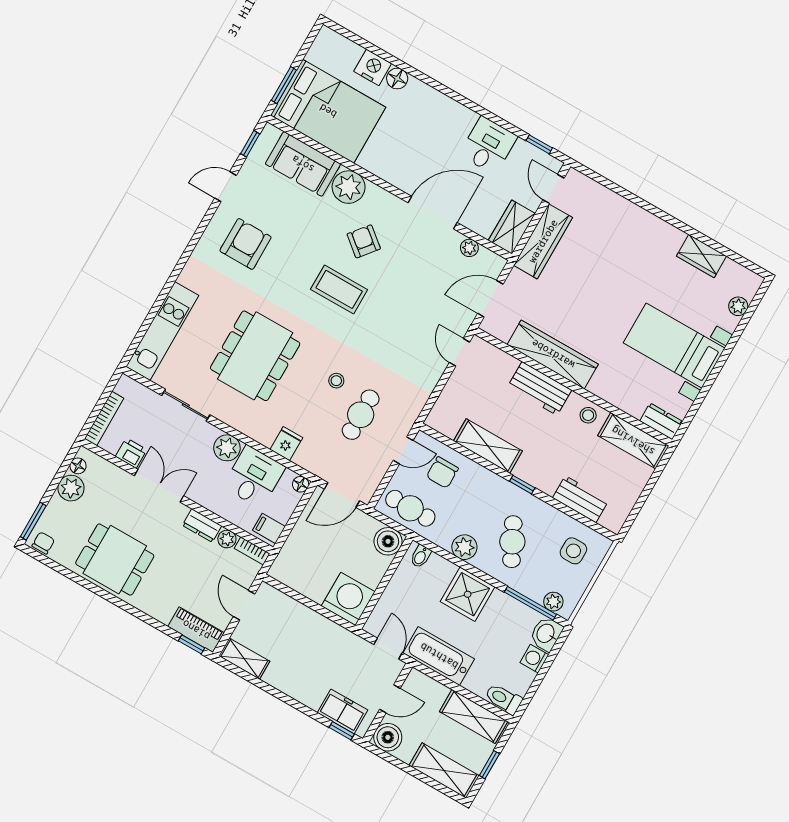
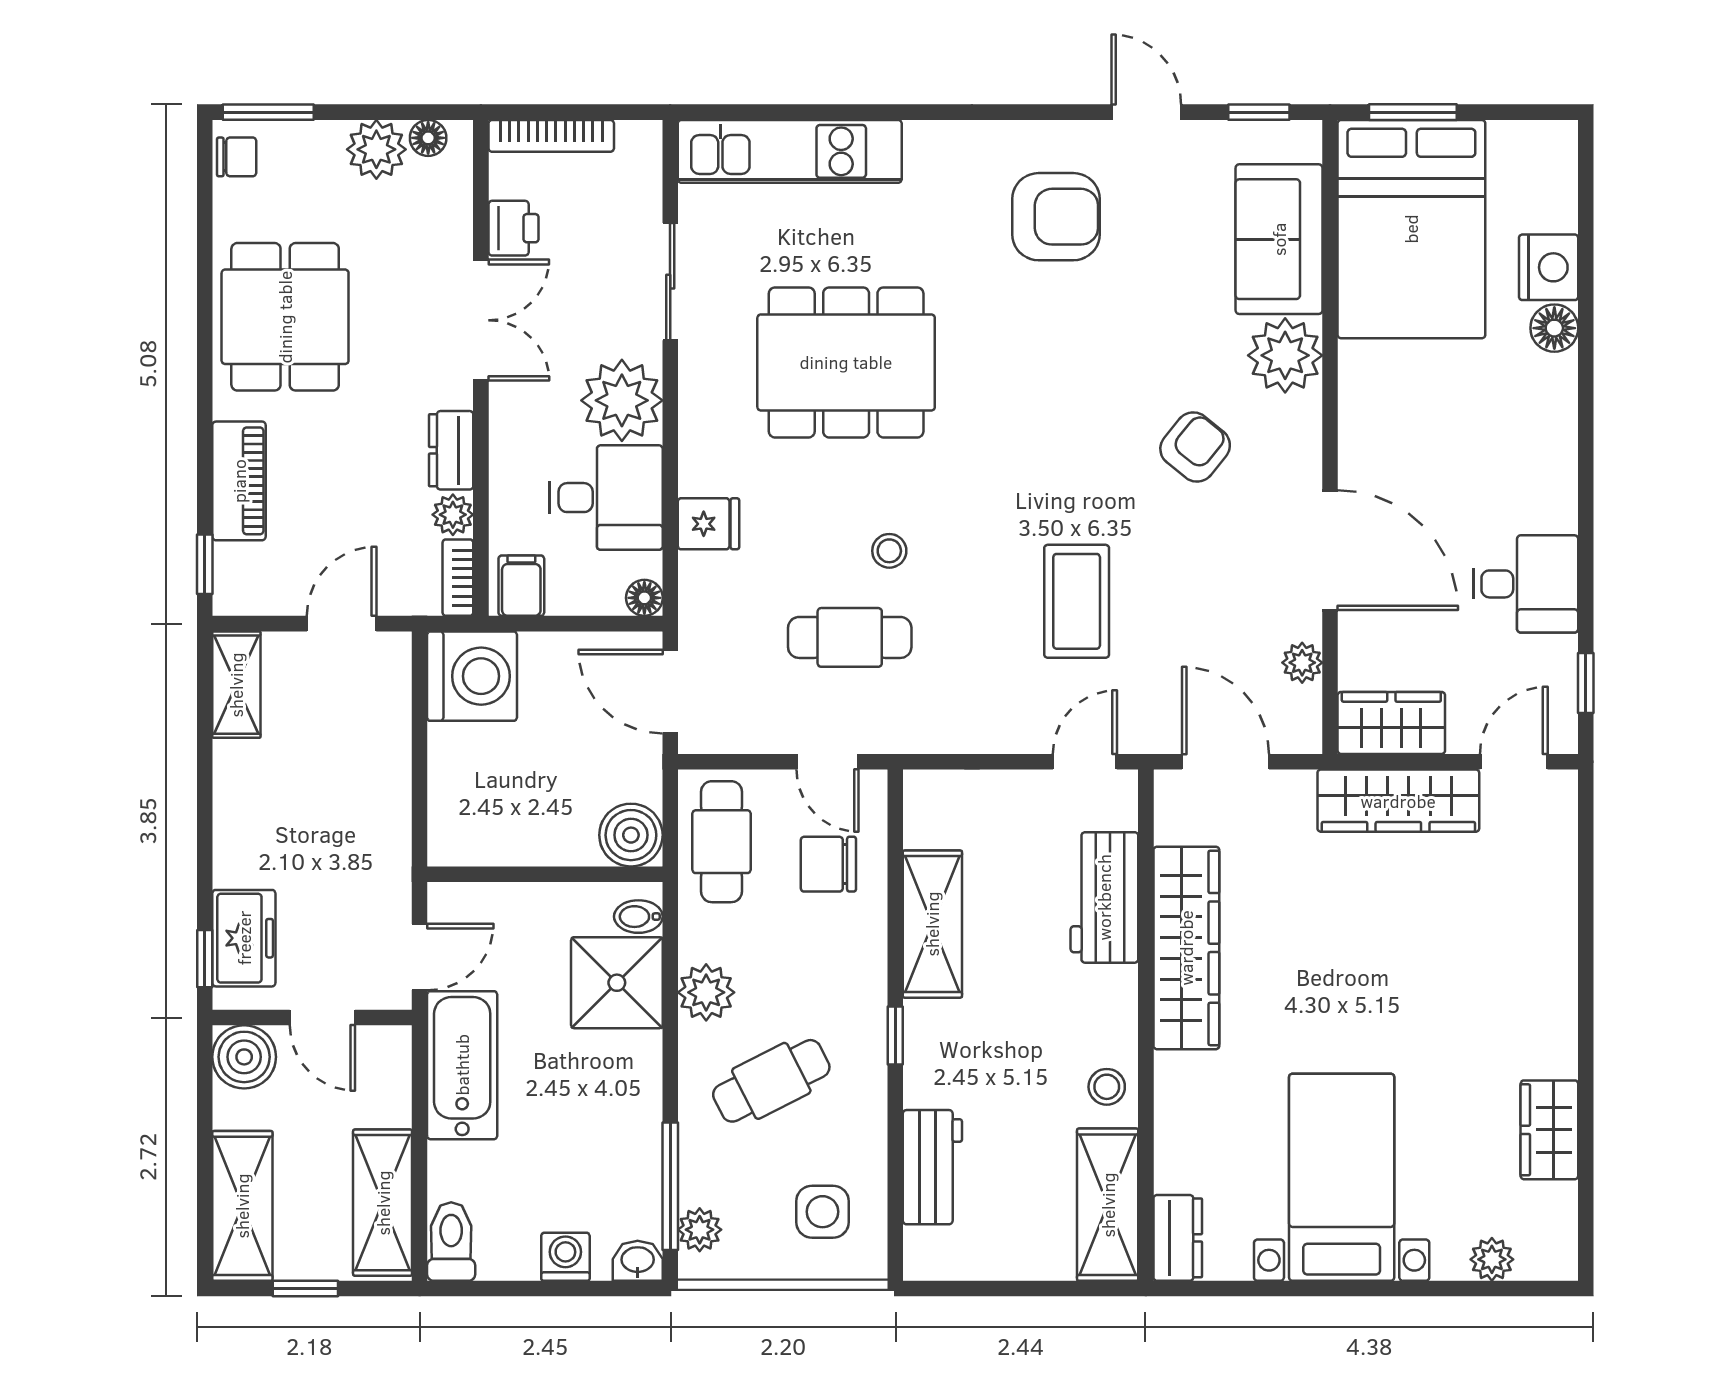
coffee table: (339, 289) -> (1077, 601), moved
workbench: (540, 388) -> (1104, 897), moved
plant: (227, 448) -> (622, 400), width x1.36, depth x1.36
shower: (468, 594) -> (617, 983), moved
washing machine: (348, 599) -> (472, 676), moved
piano: (196, 630) -> (239, 481), moved
washbasin: (546, 634) -> (638, 1261), width x0.72, depth x0.69

